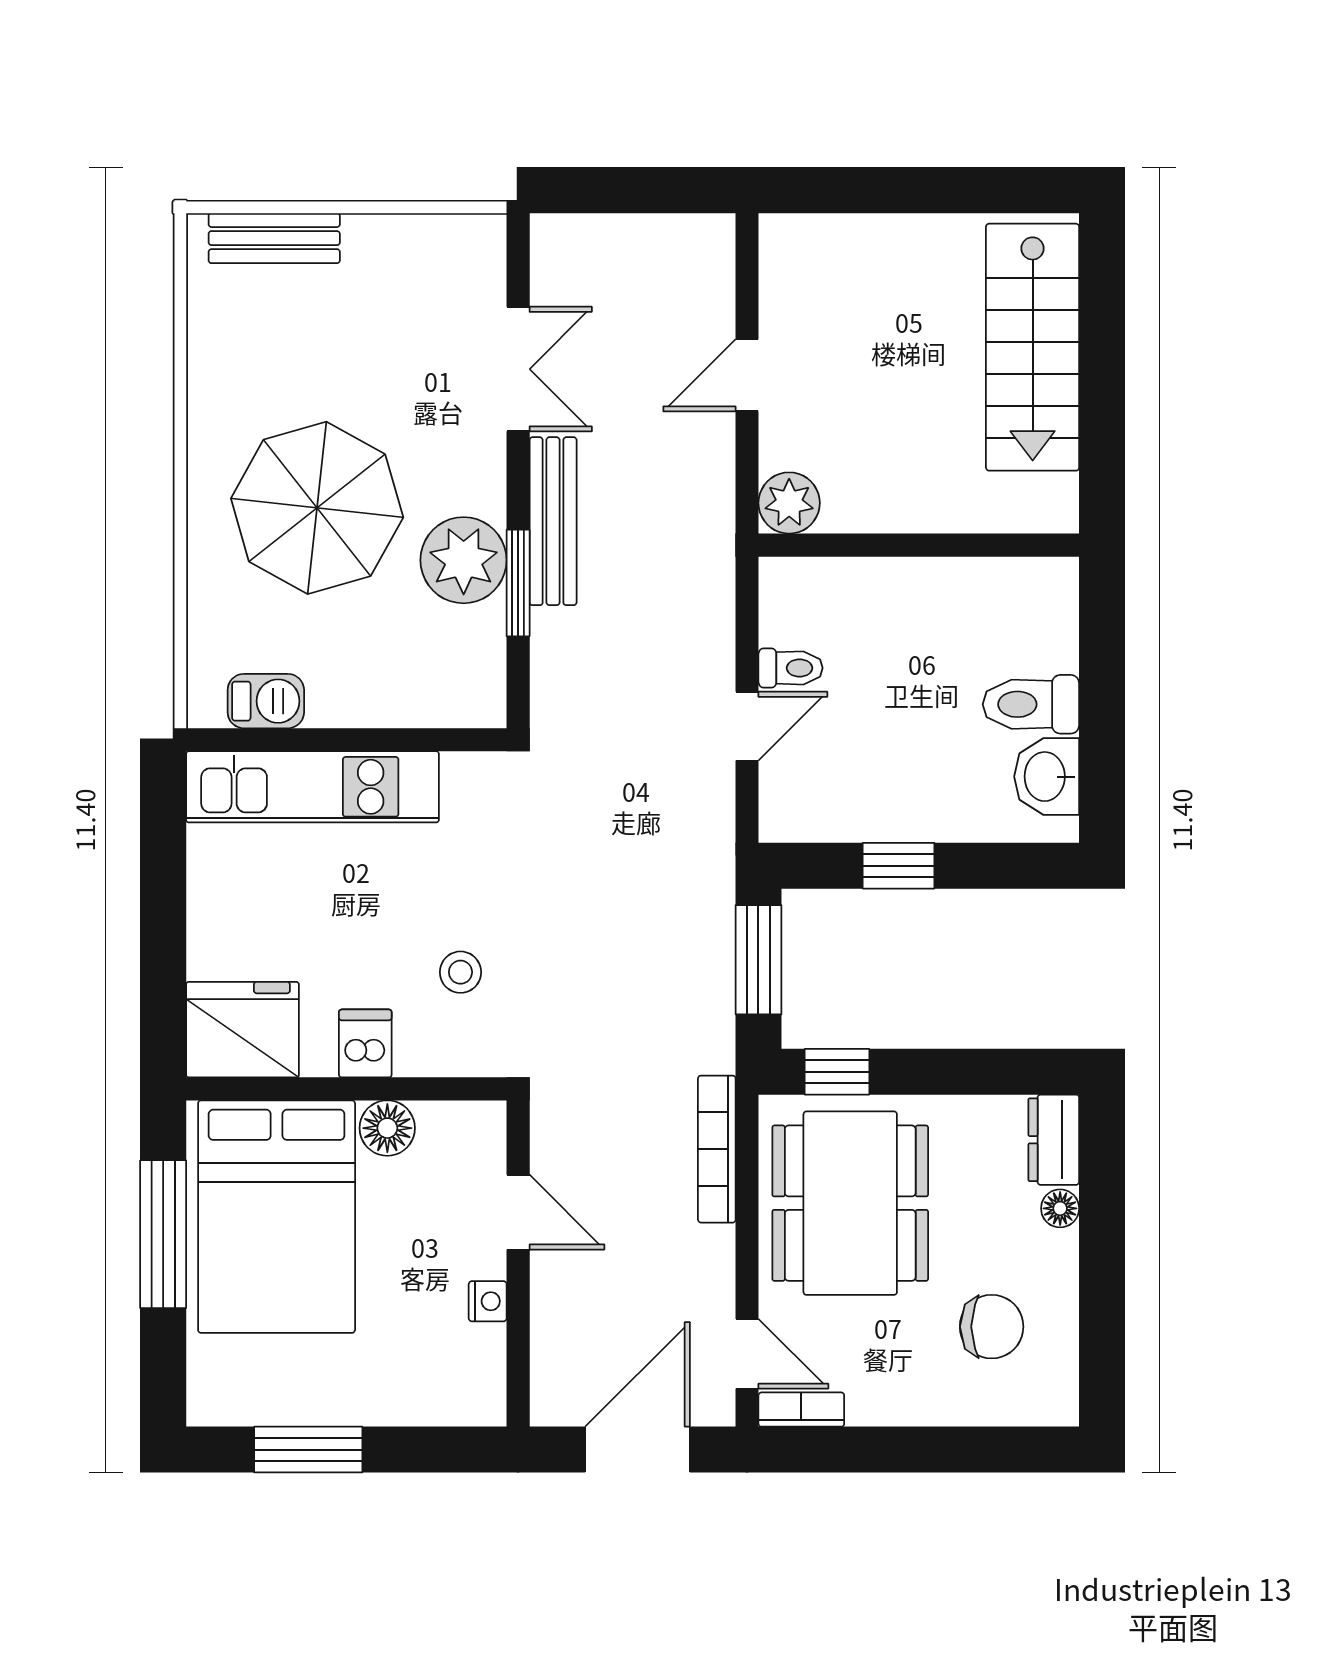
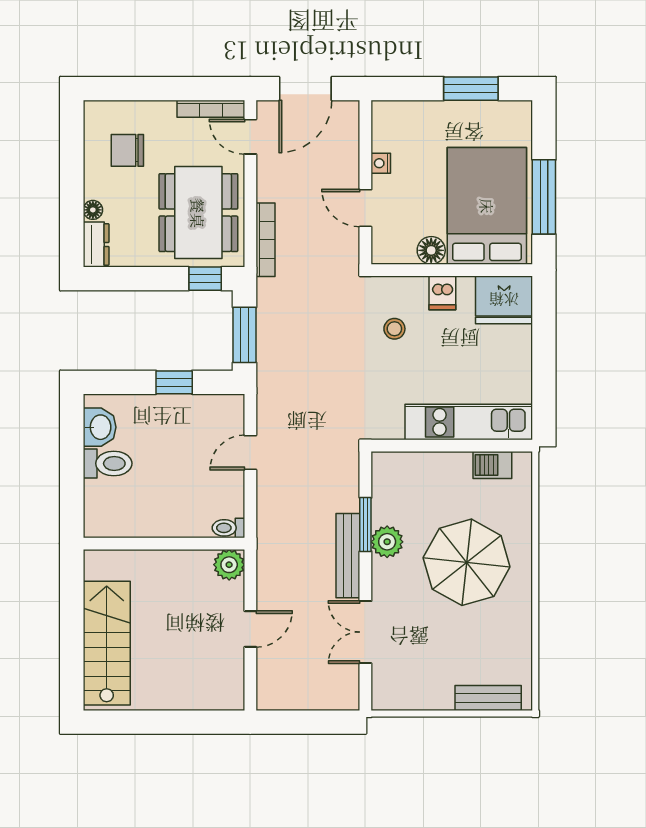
plant: (464, 560) -> (387, 542), width x0.73, depth x0.73
toilet: (791, 668) -> (228, 528), moved
bookcase: (801, 1410) -> (211, 109), width x1.56

